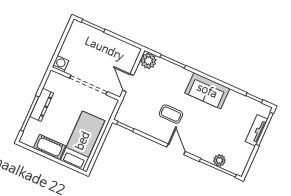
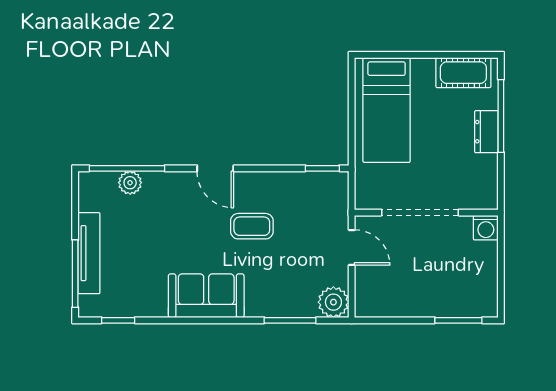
dresser: (42, 105) -> (486, 132), width x0.70
tv unit: (256, 130) -> (89, 253), width x1.41
cot: (49, 147) -> (463, 73), moved

